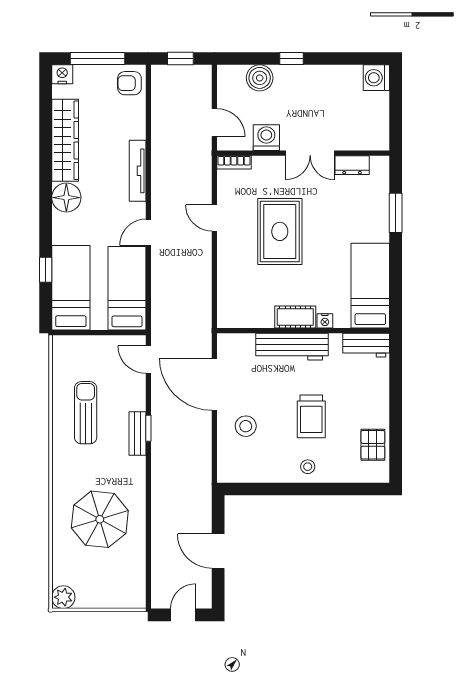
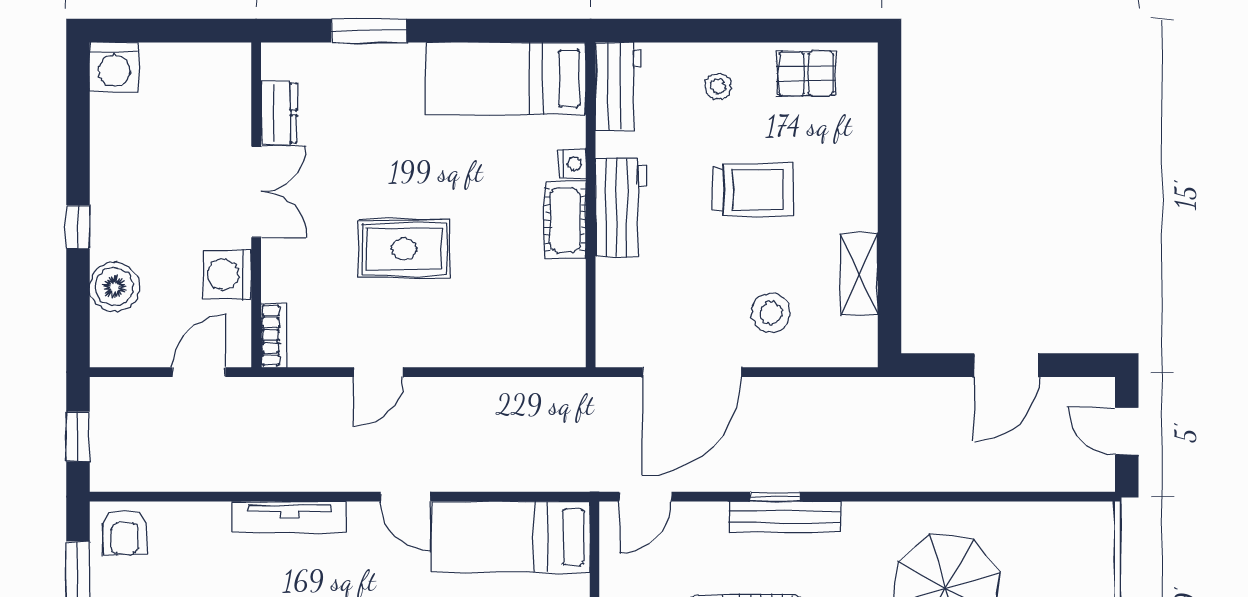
rug: (280, 231) -> (404, 249), width x0.73, depth x0.70
workbench: (292, 347) -> (621, 207), width x0.73
bench: (138, 433) -> (785, 517), width x1.36
stool: (308, 467) -> (718, 86), moved
shelving: (266, 473) -> (859, 274), added

